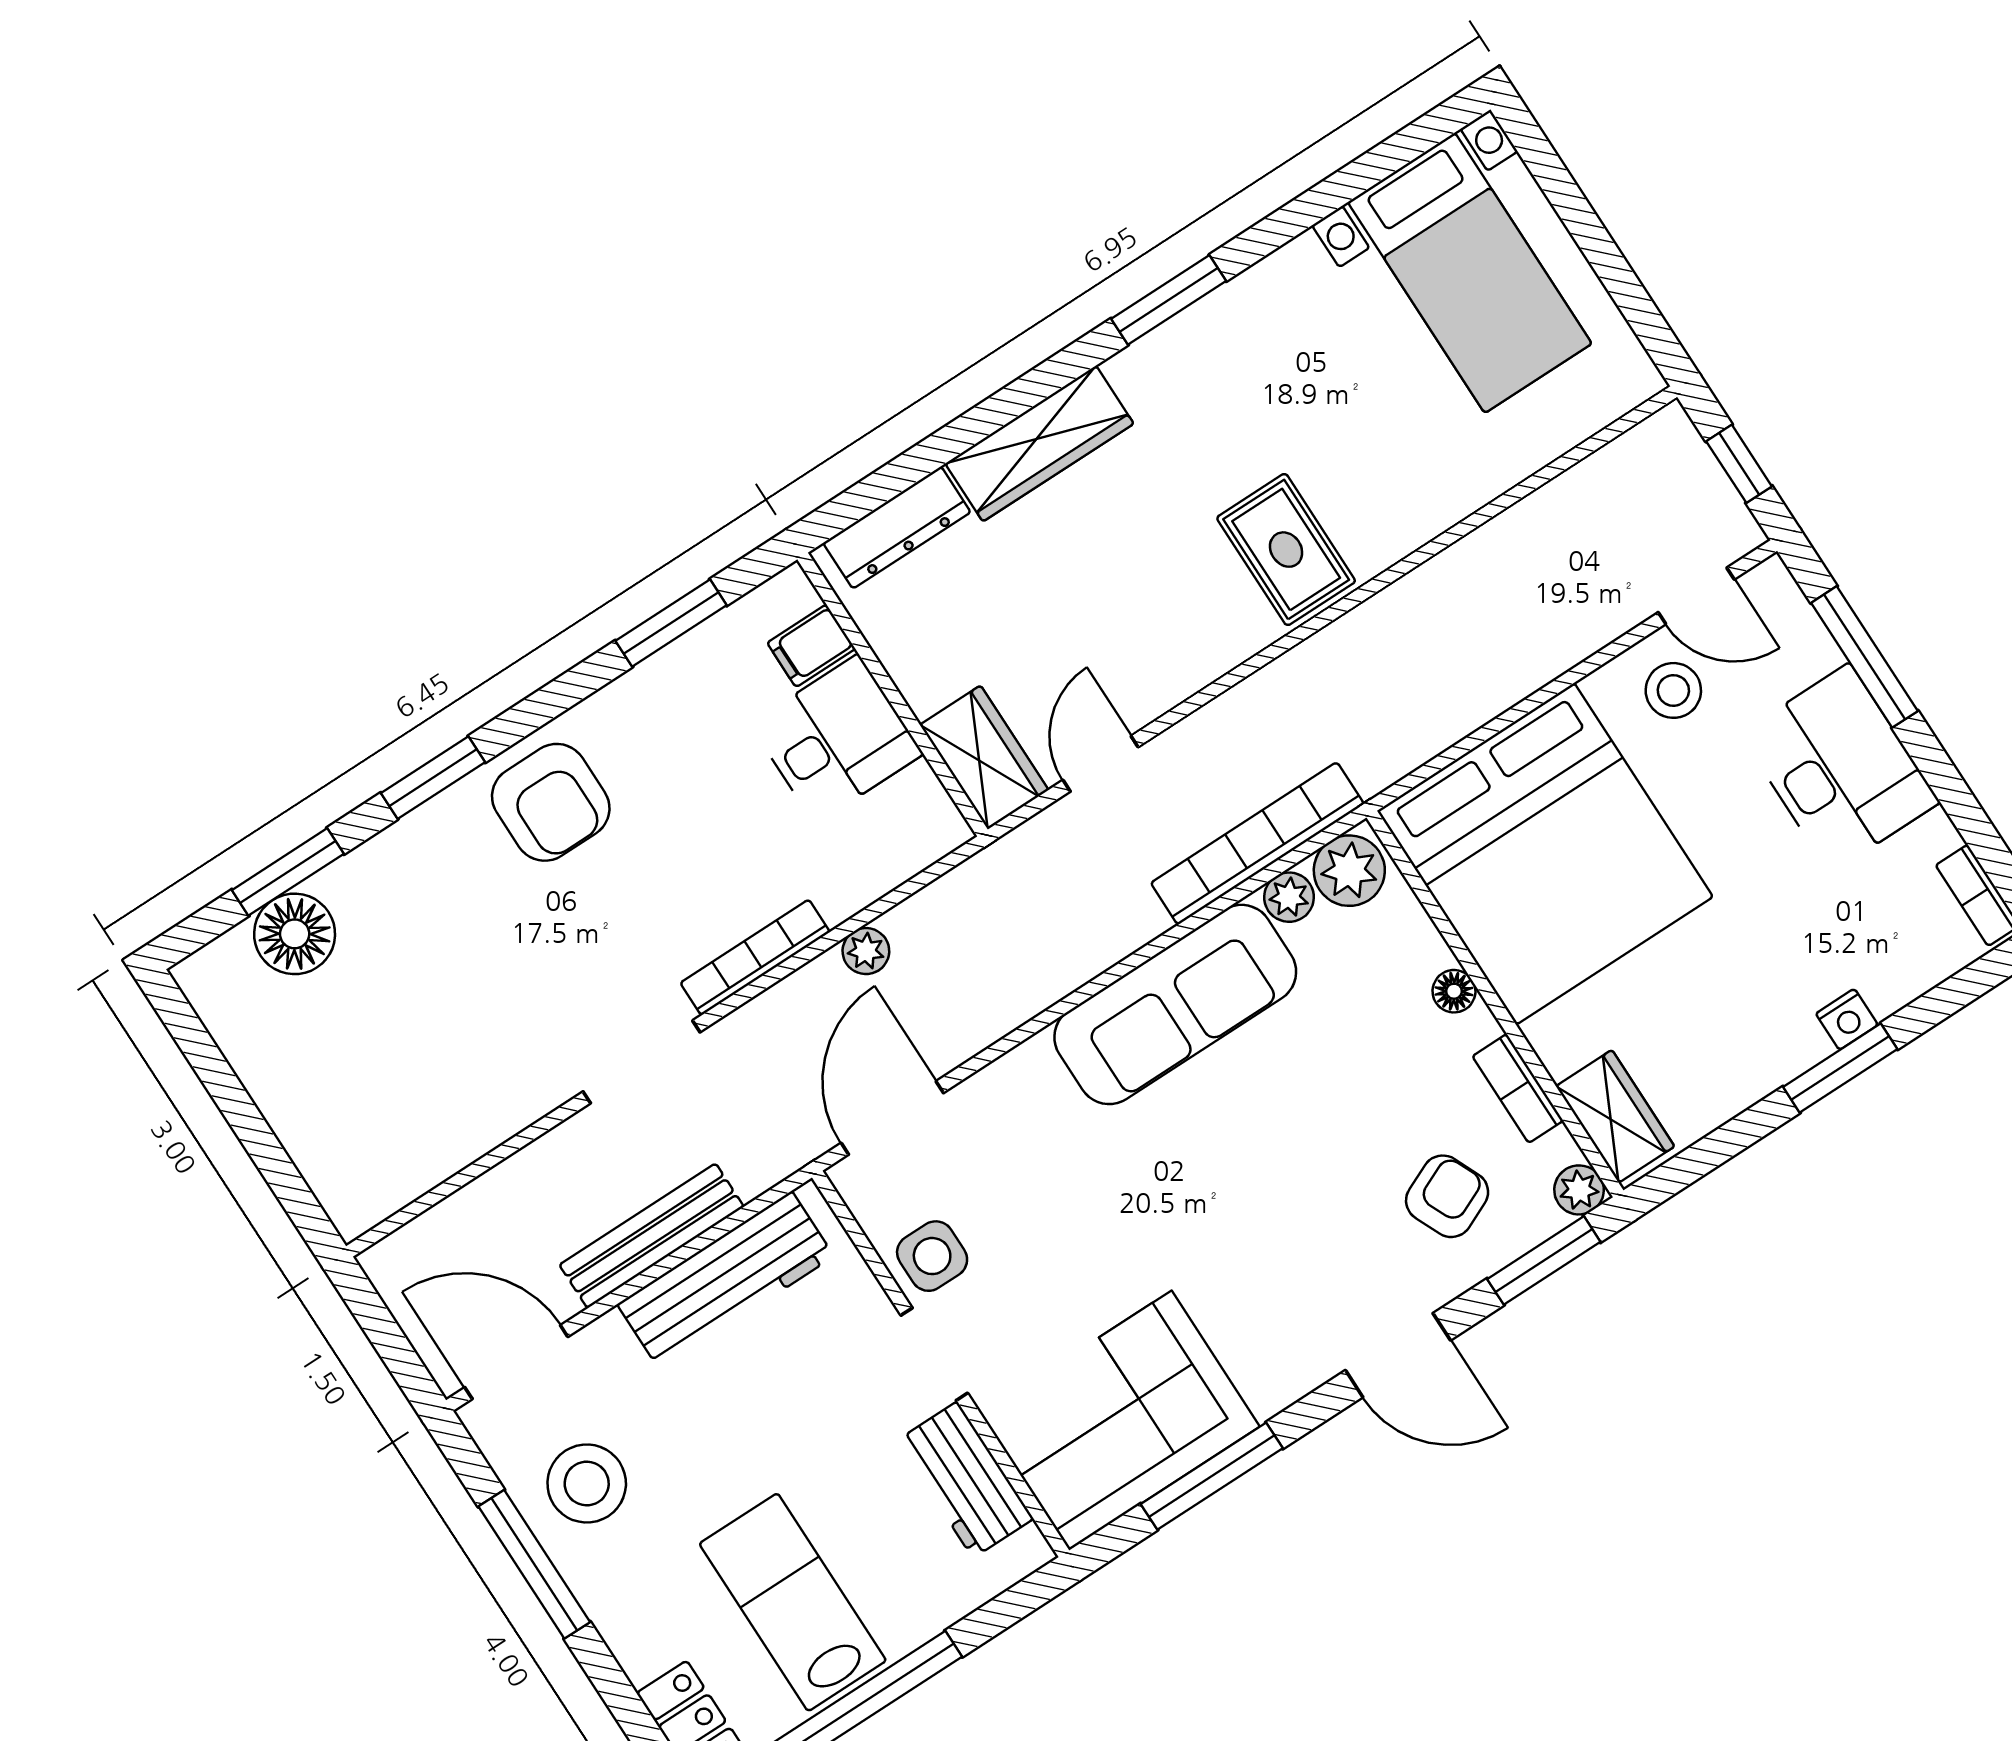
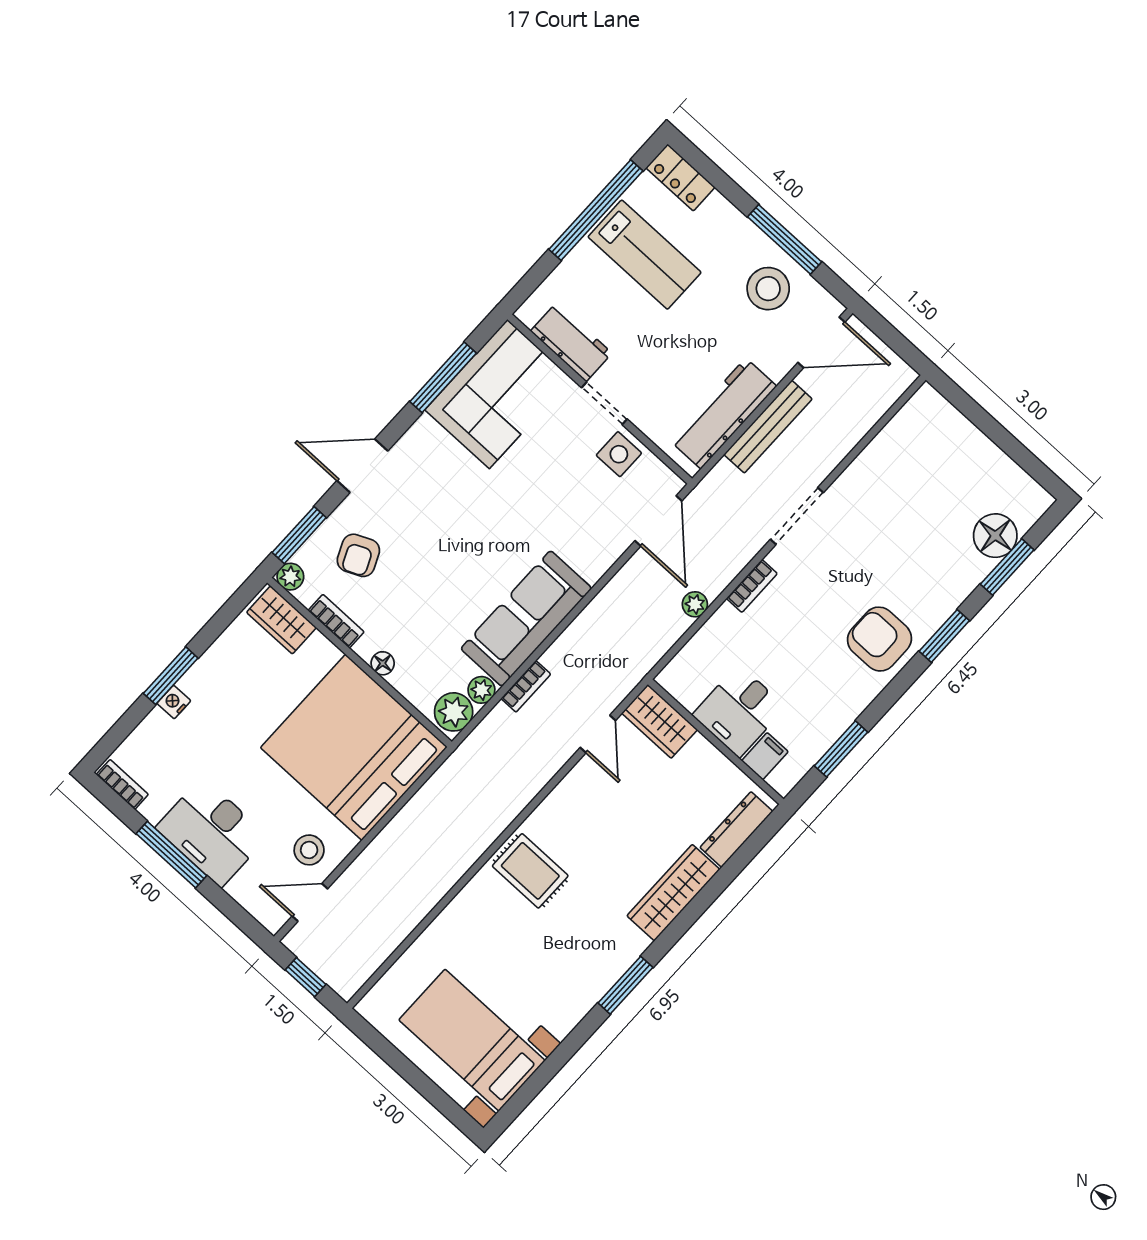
window: (1864, 657) -> (171, 855), moved
bookcase: (1257, 843) -> (526, 686), width x0.43, depth x0.76
bookcase: (755, 957) -> (752, 586), width x0.64

